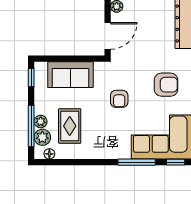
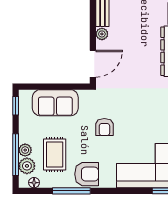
armchair: (166, 85) -> (87, 174), moved
window: (137, 162) -> (71, 191), moved

